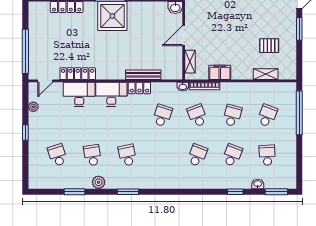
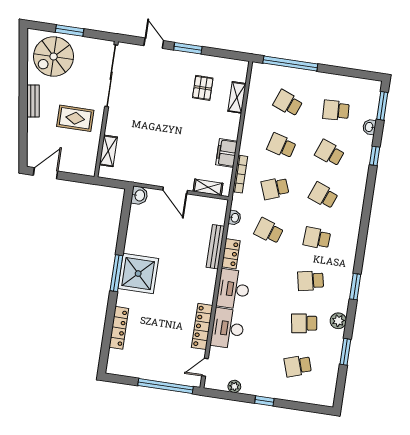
door: (45, 81) -> (205, 367), swing flipped
washbasin: (183, 87) -> (235, 218), moved
school desk: (162, 155) -> (317, 238), added

